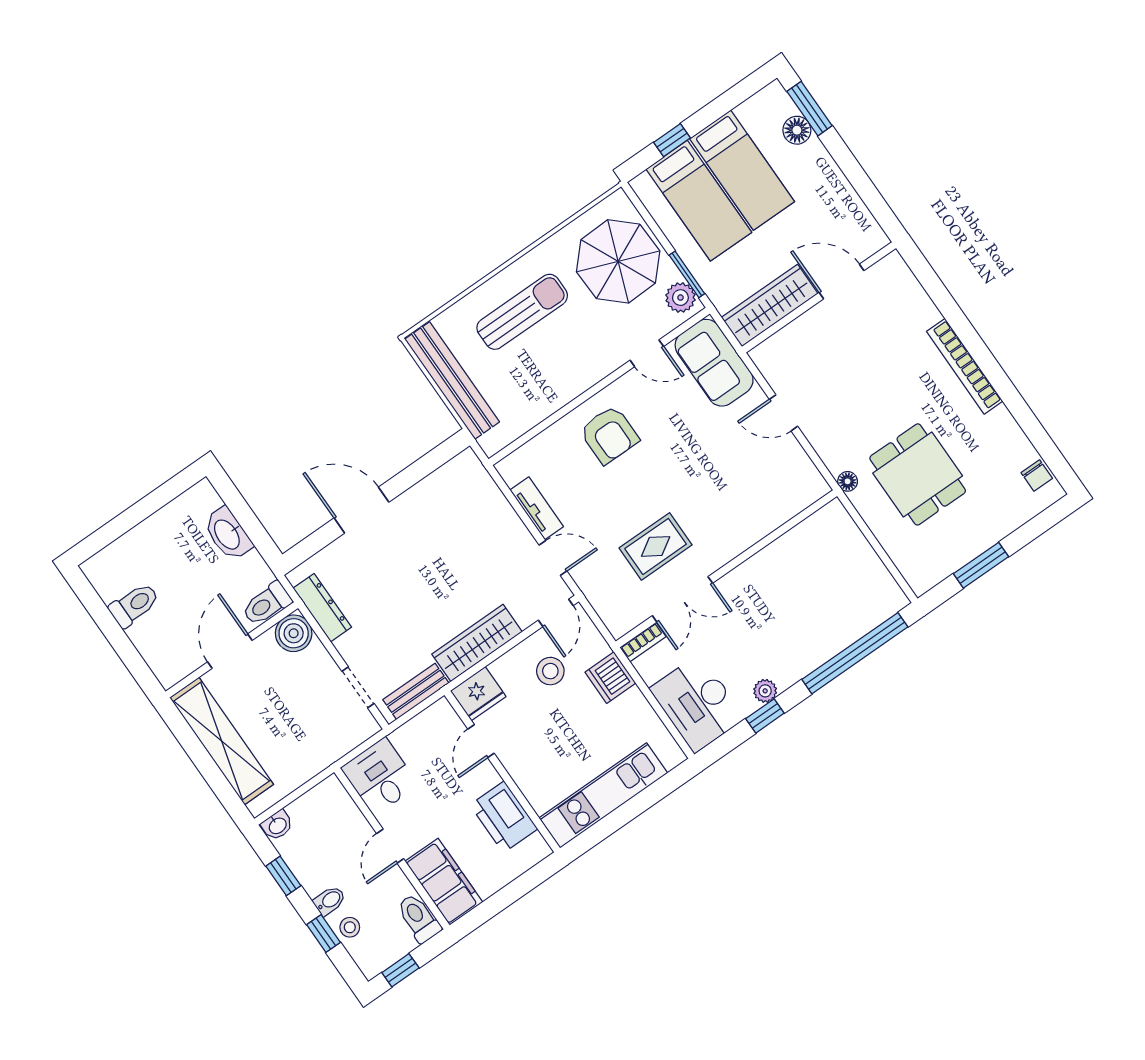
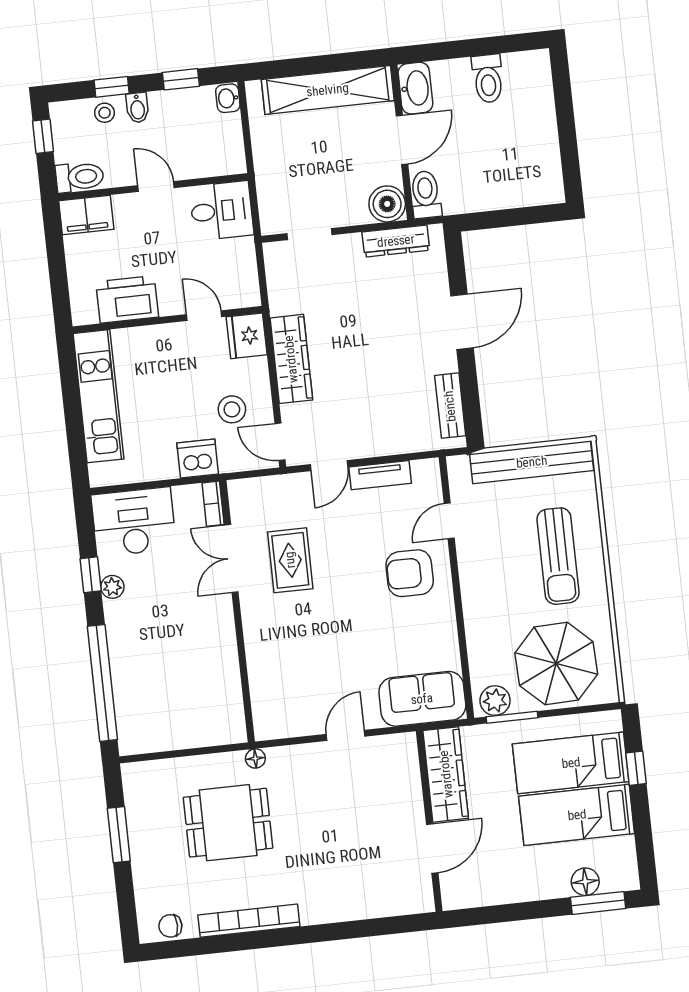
door: (647, 353) -> (449, 521), moved
bookcase: (965, 366) -> (249, 921), moved
washbasin: (228, 534) -> (415, 88), moved, turned 90
door: (230, 651) -> (402, 140), hinge flipped
bench: (416, 691) -> (450, 406), moved
filing cabinet: (444, 882) -> (86, 215), width x0.67, depth x0.86

